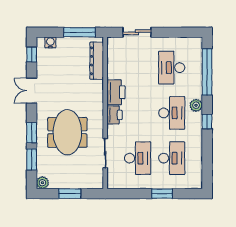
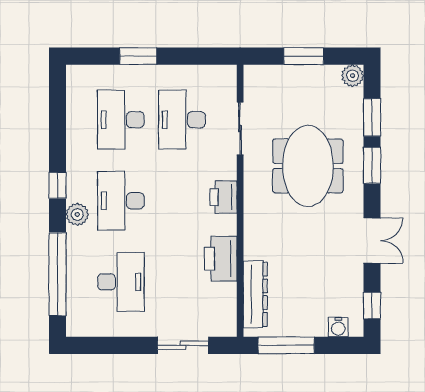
printer: (116, 92) -> (221, 259), moved

